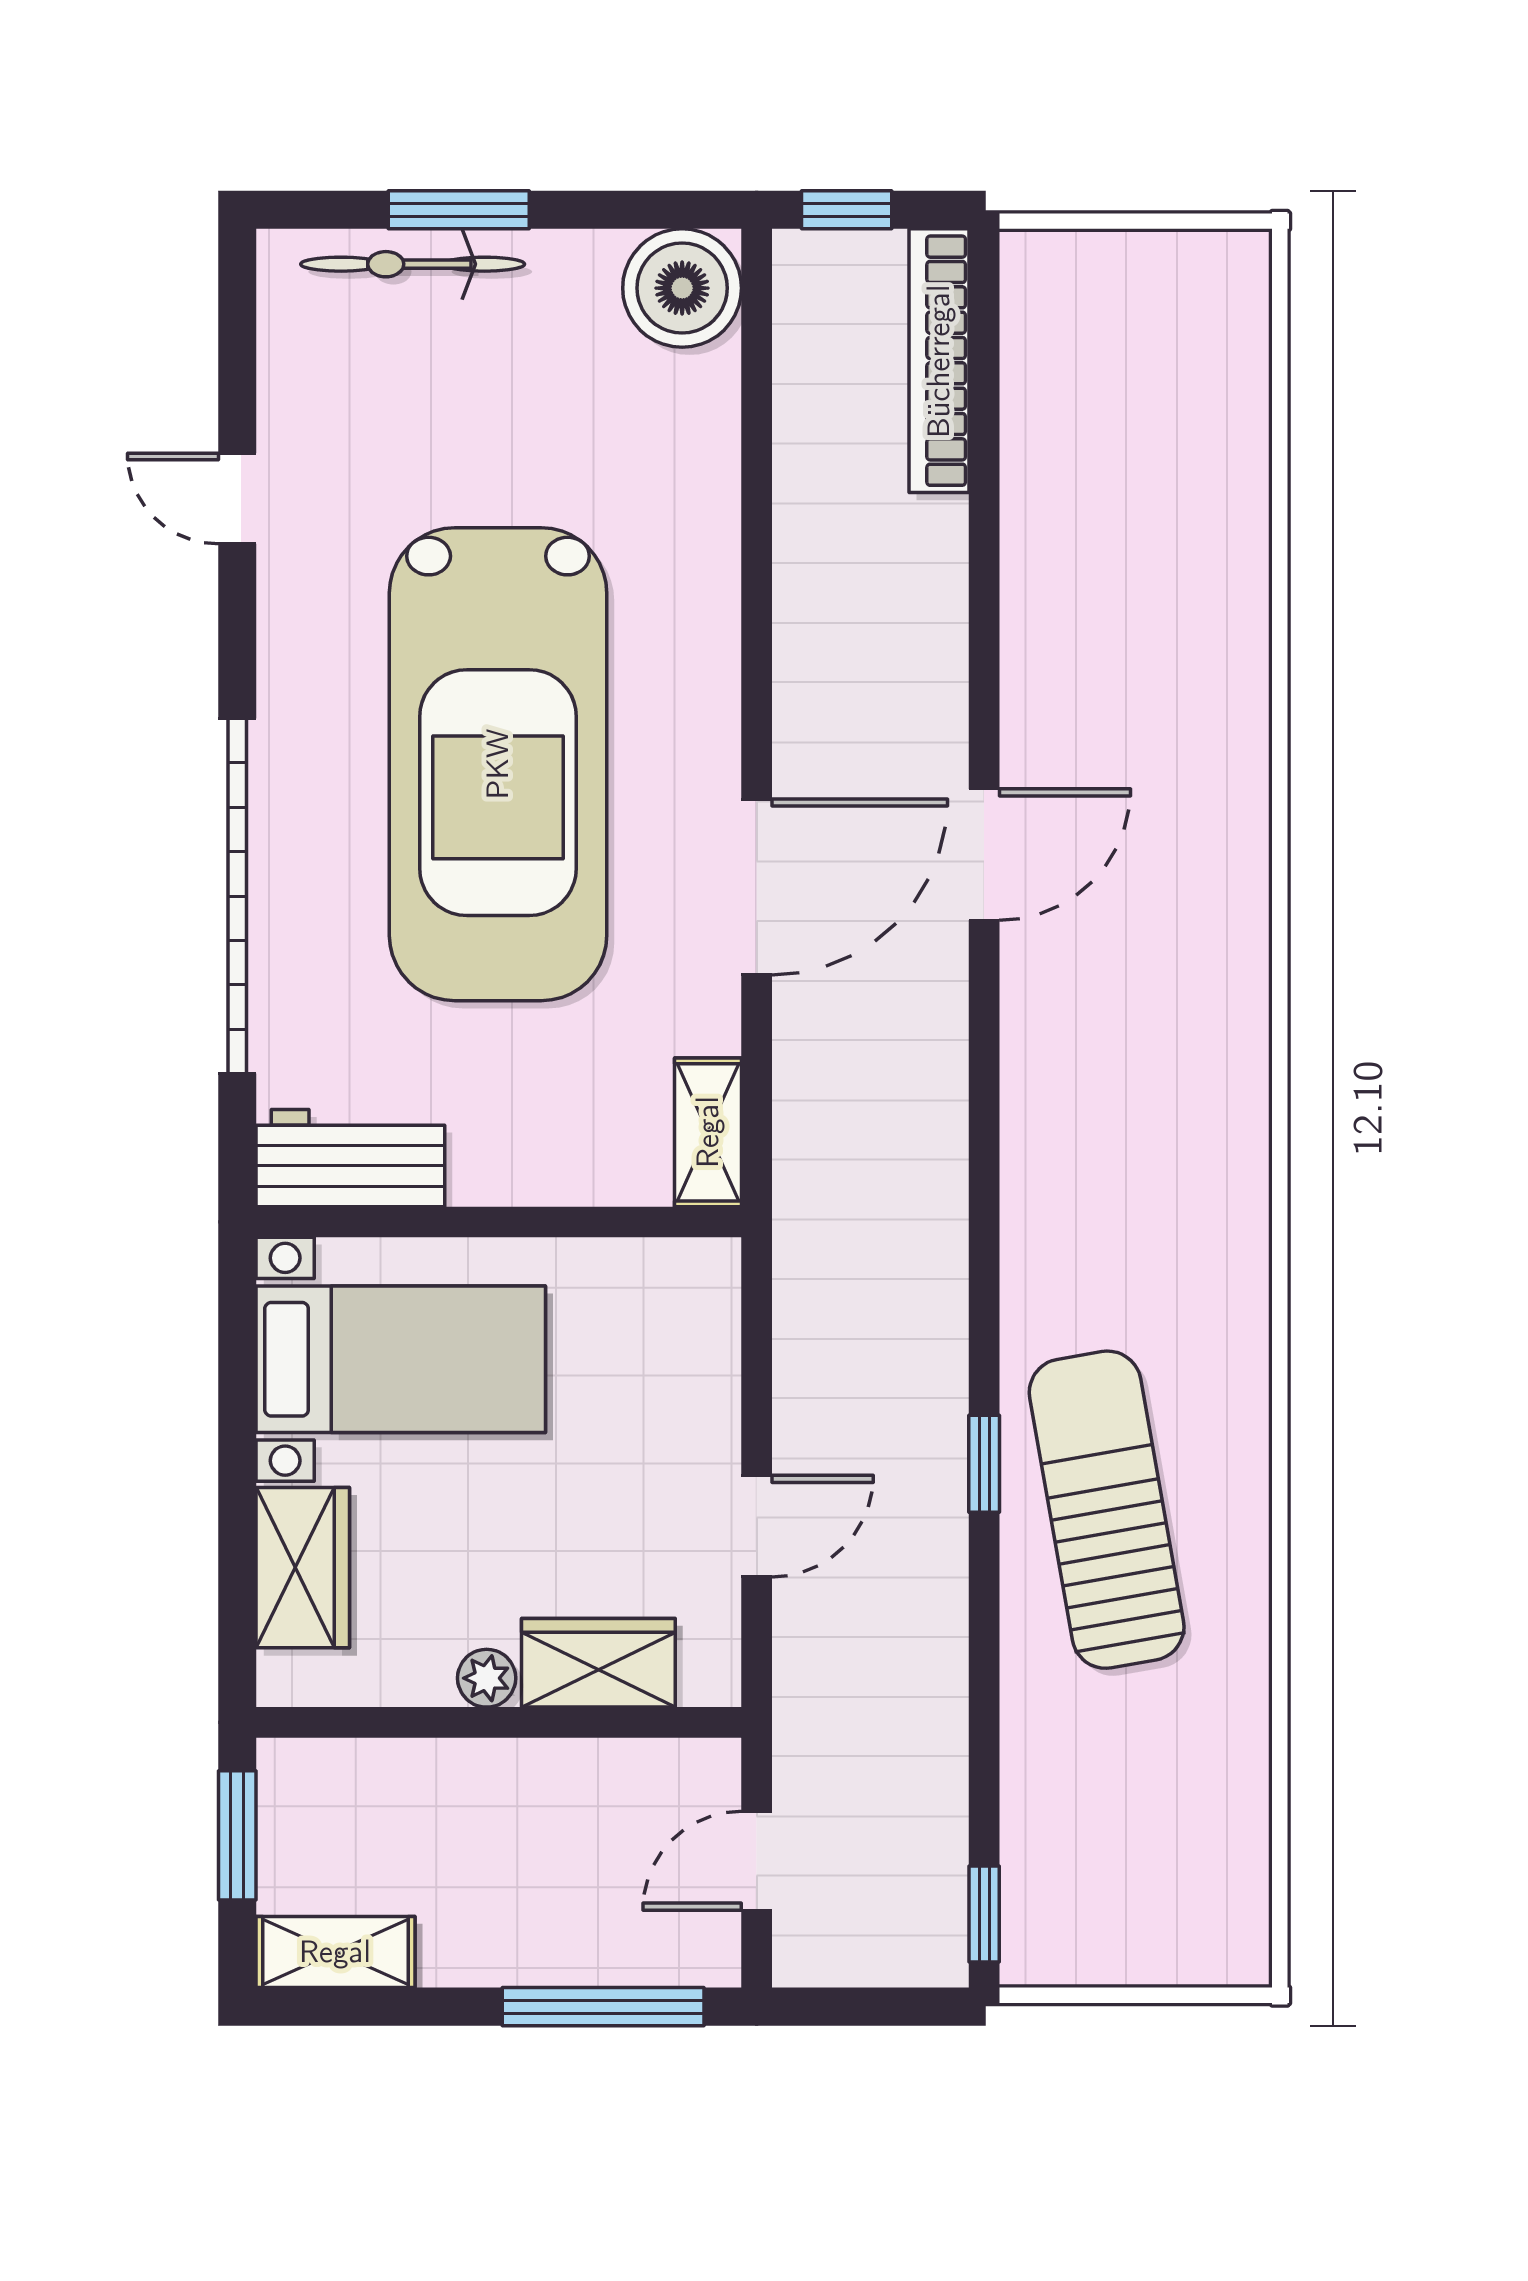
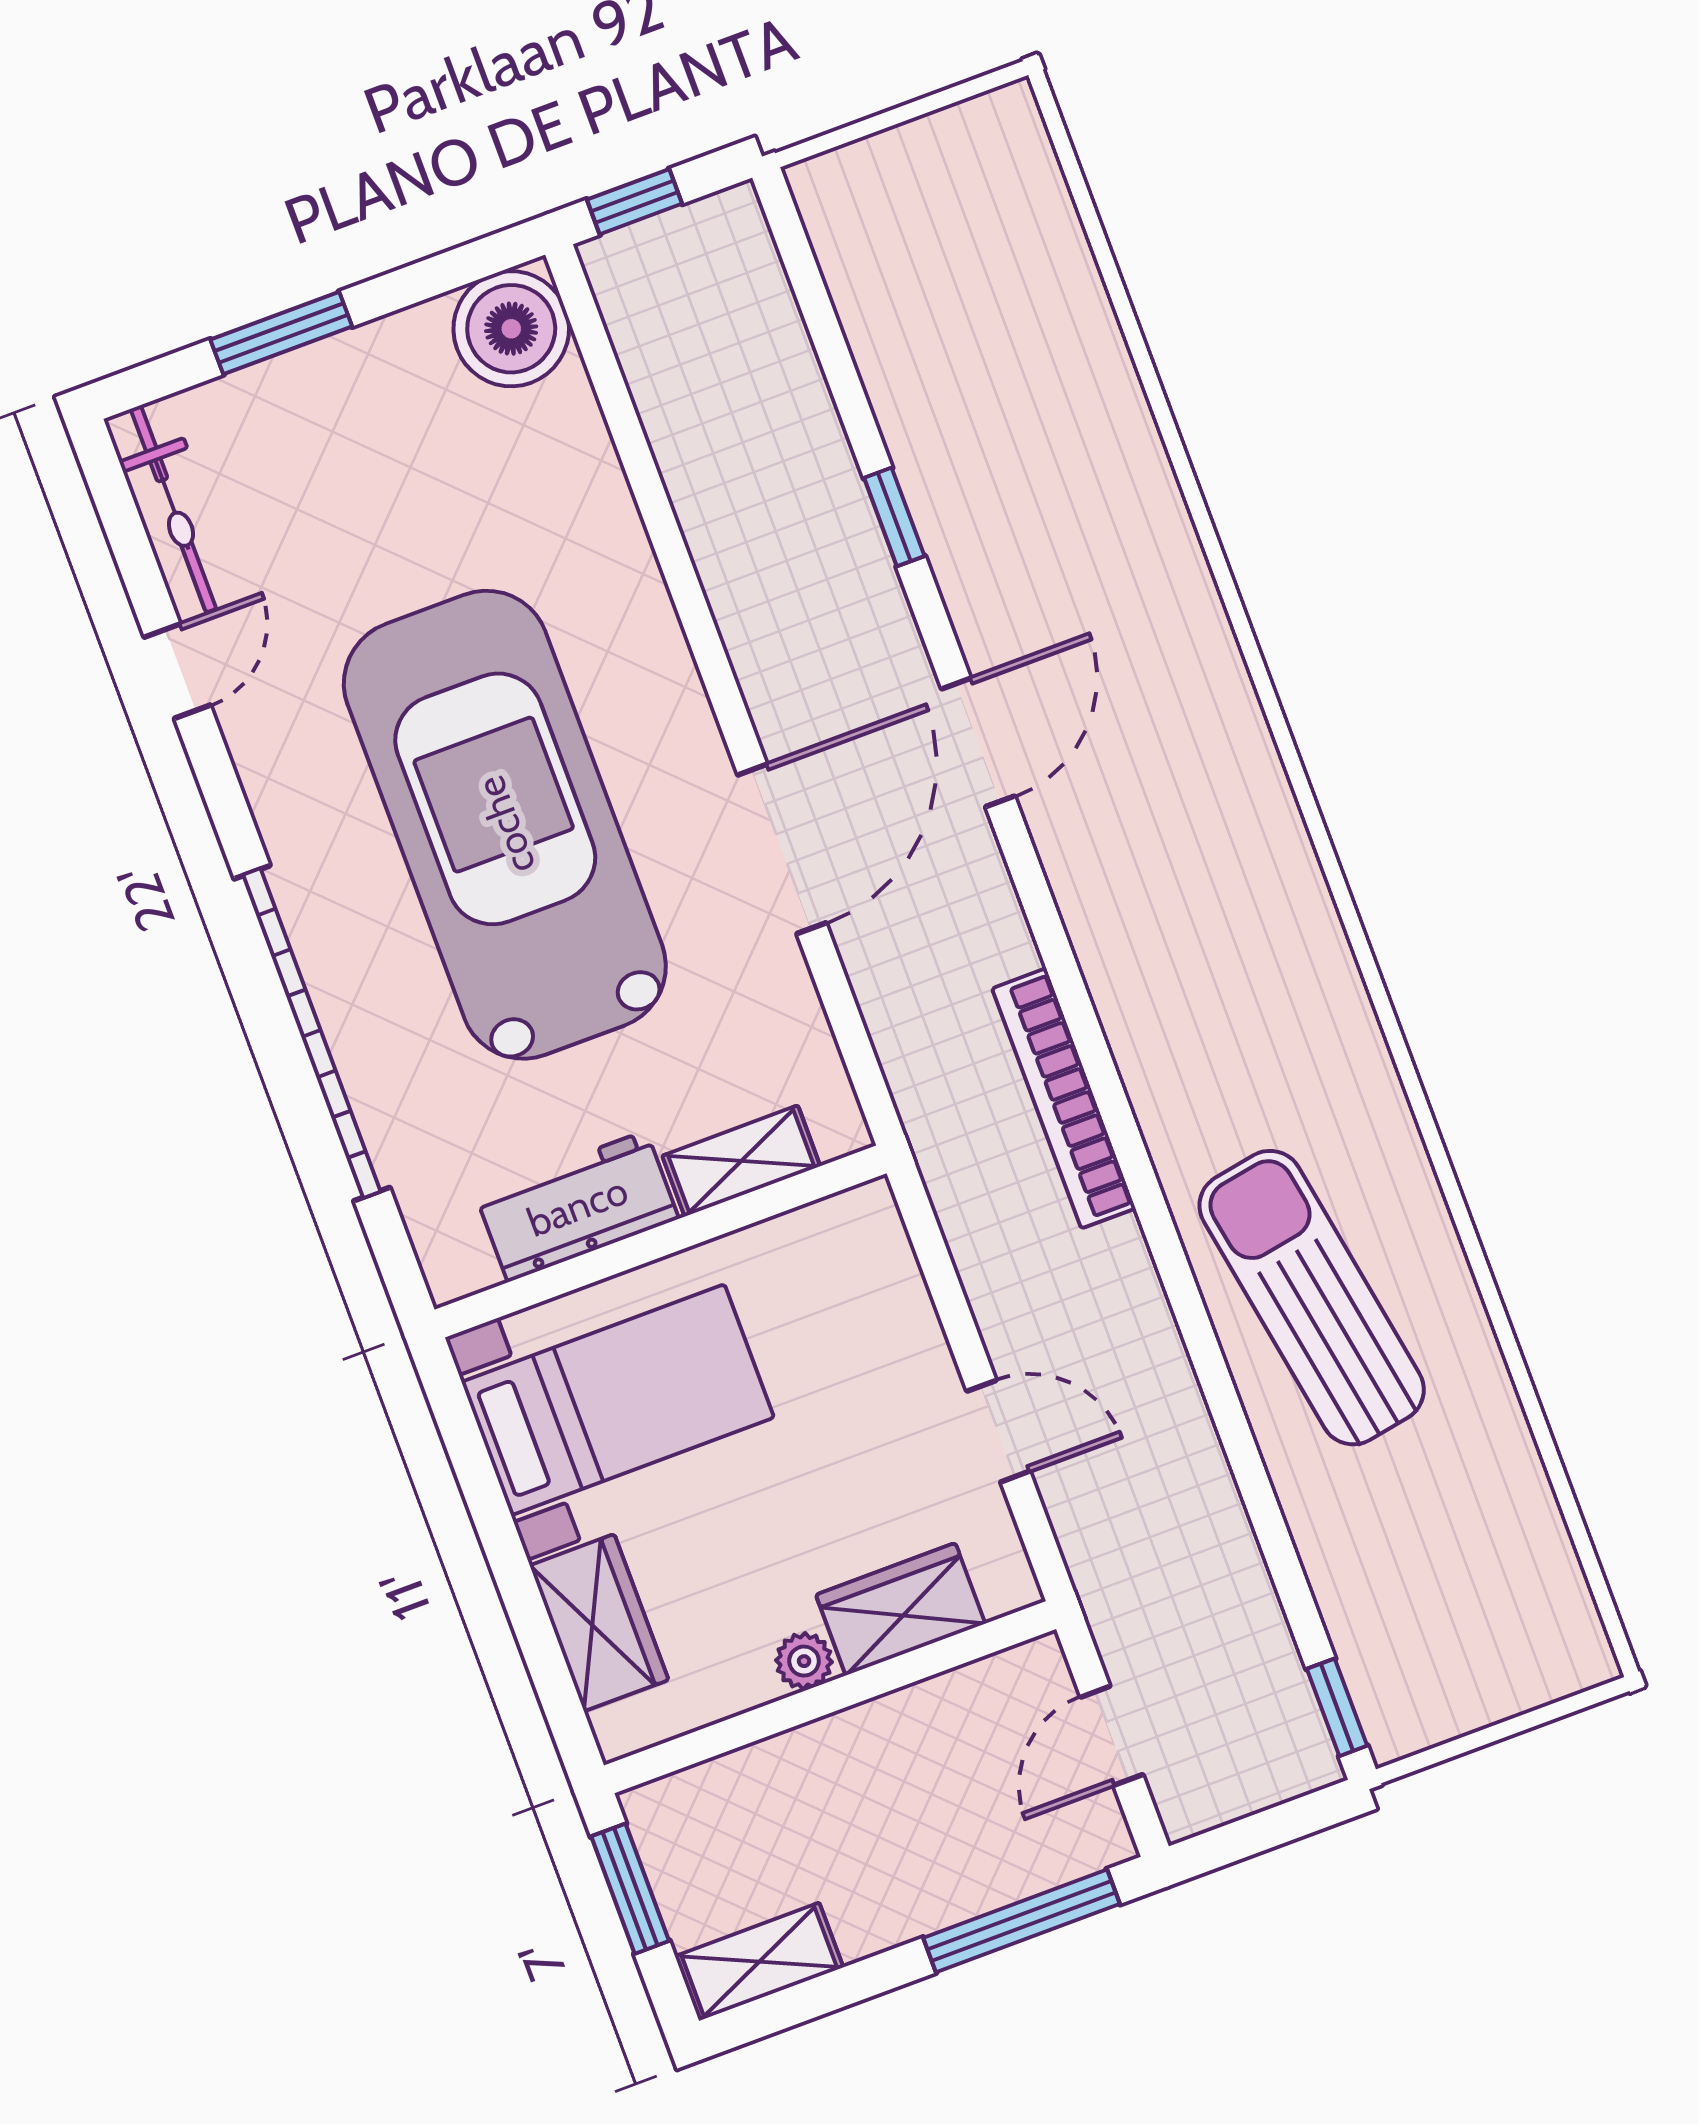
bicycle: (413, 264) -> (173, 509), moved, turned -90
bookcase: (939, 361) -> (1064, 1098), moved
door: (237, 499) -> (177, 671), swing flipped
car: (498, 764) -> (505, 825), turned 180
shelving: (708, 1132) -> (741, 1161), moved, turned 90
workbench: (350, 1158) -> (577, 1206), moved
window: (984, 1464) -> (894, 517), moved
door: (757, 1526) -> (998, 1431), hinge flipped

